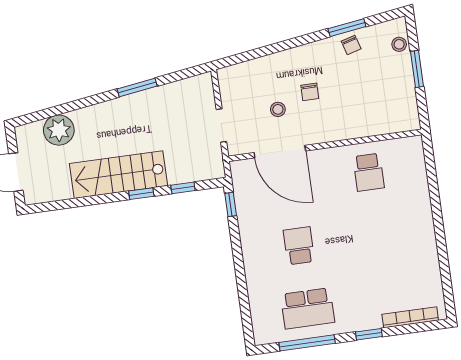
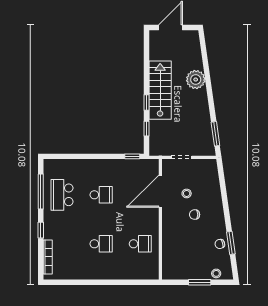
window: (137, 88) -> (215, 134), moved
plant: (59, 130) -> (196, 80), moved
school desk: (369, 172) -> (140, 244), turned 180
school desk: (377, 235) -> (101, 244), added

